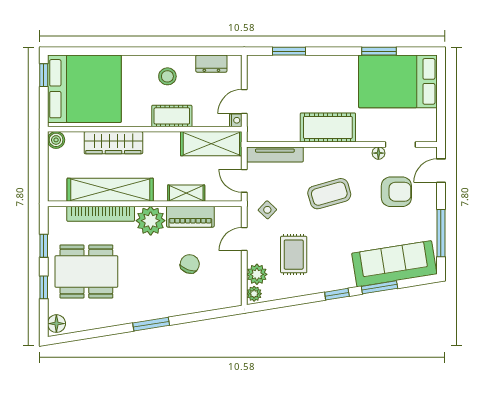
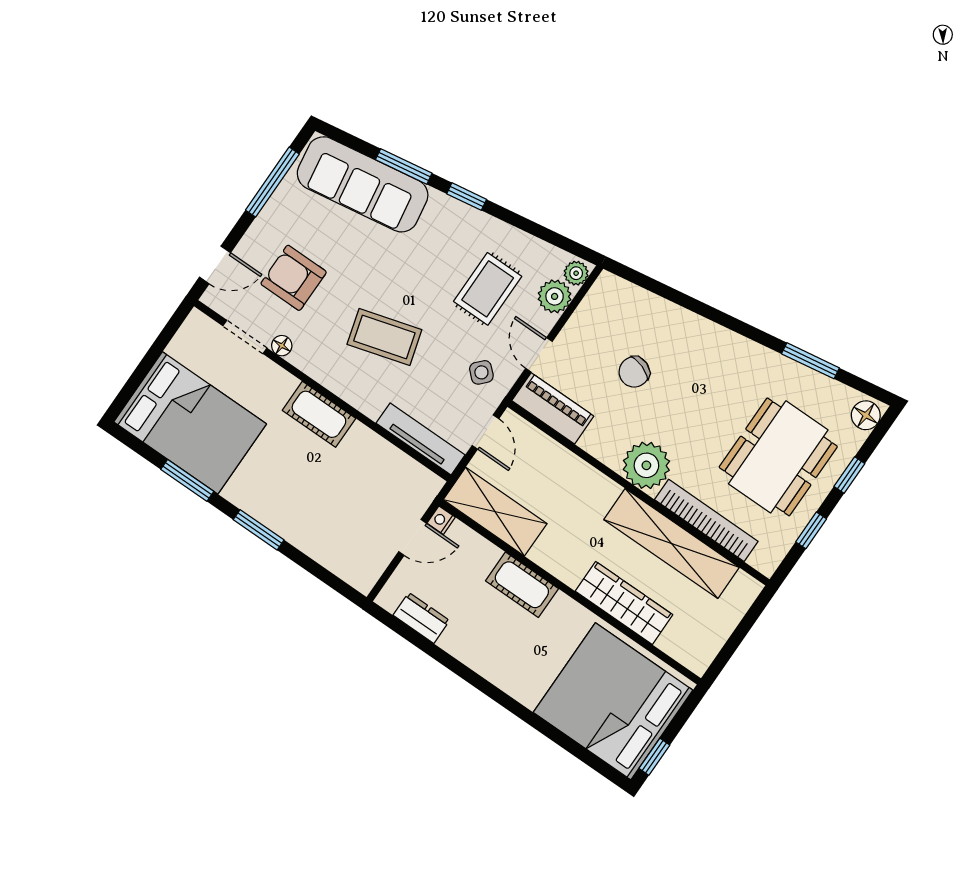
window: (289, 51) -> (259, 530), moved
stool: (167, 76) -> (491, 641), removed
cot: (328, 127) -> (319, 414), width x0.73, depth x0.75
boiler: (56, 140) -> (698, 659), removed
shelving: (186, 193) -> (574, 469), removed
piano: (190, 217) -> (553, 408), moved
door: (244, 239) -> (539, 355), swing flipped
dining table: (86, 271) -> (778, 457), turned 90
window: (151, 324) -> (810, 361), moved

